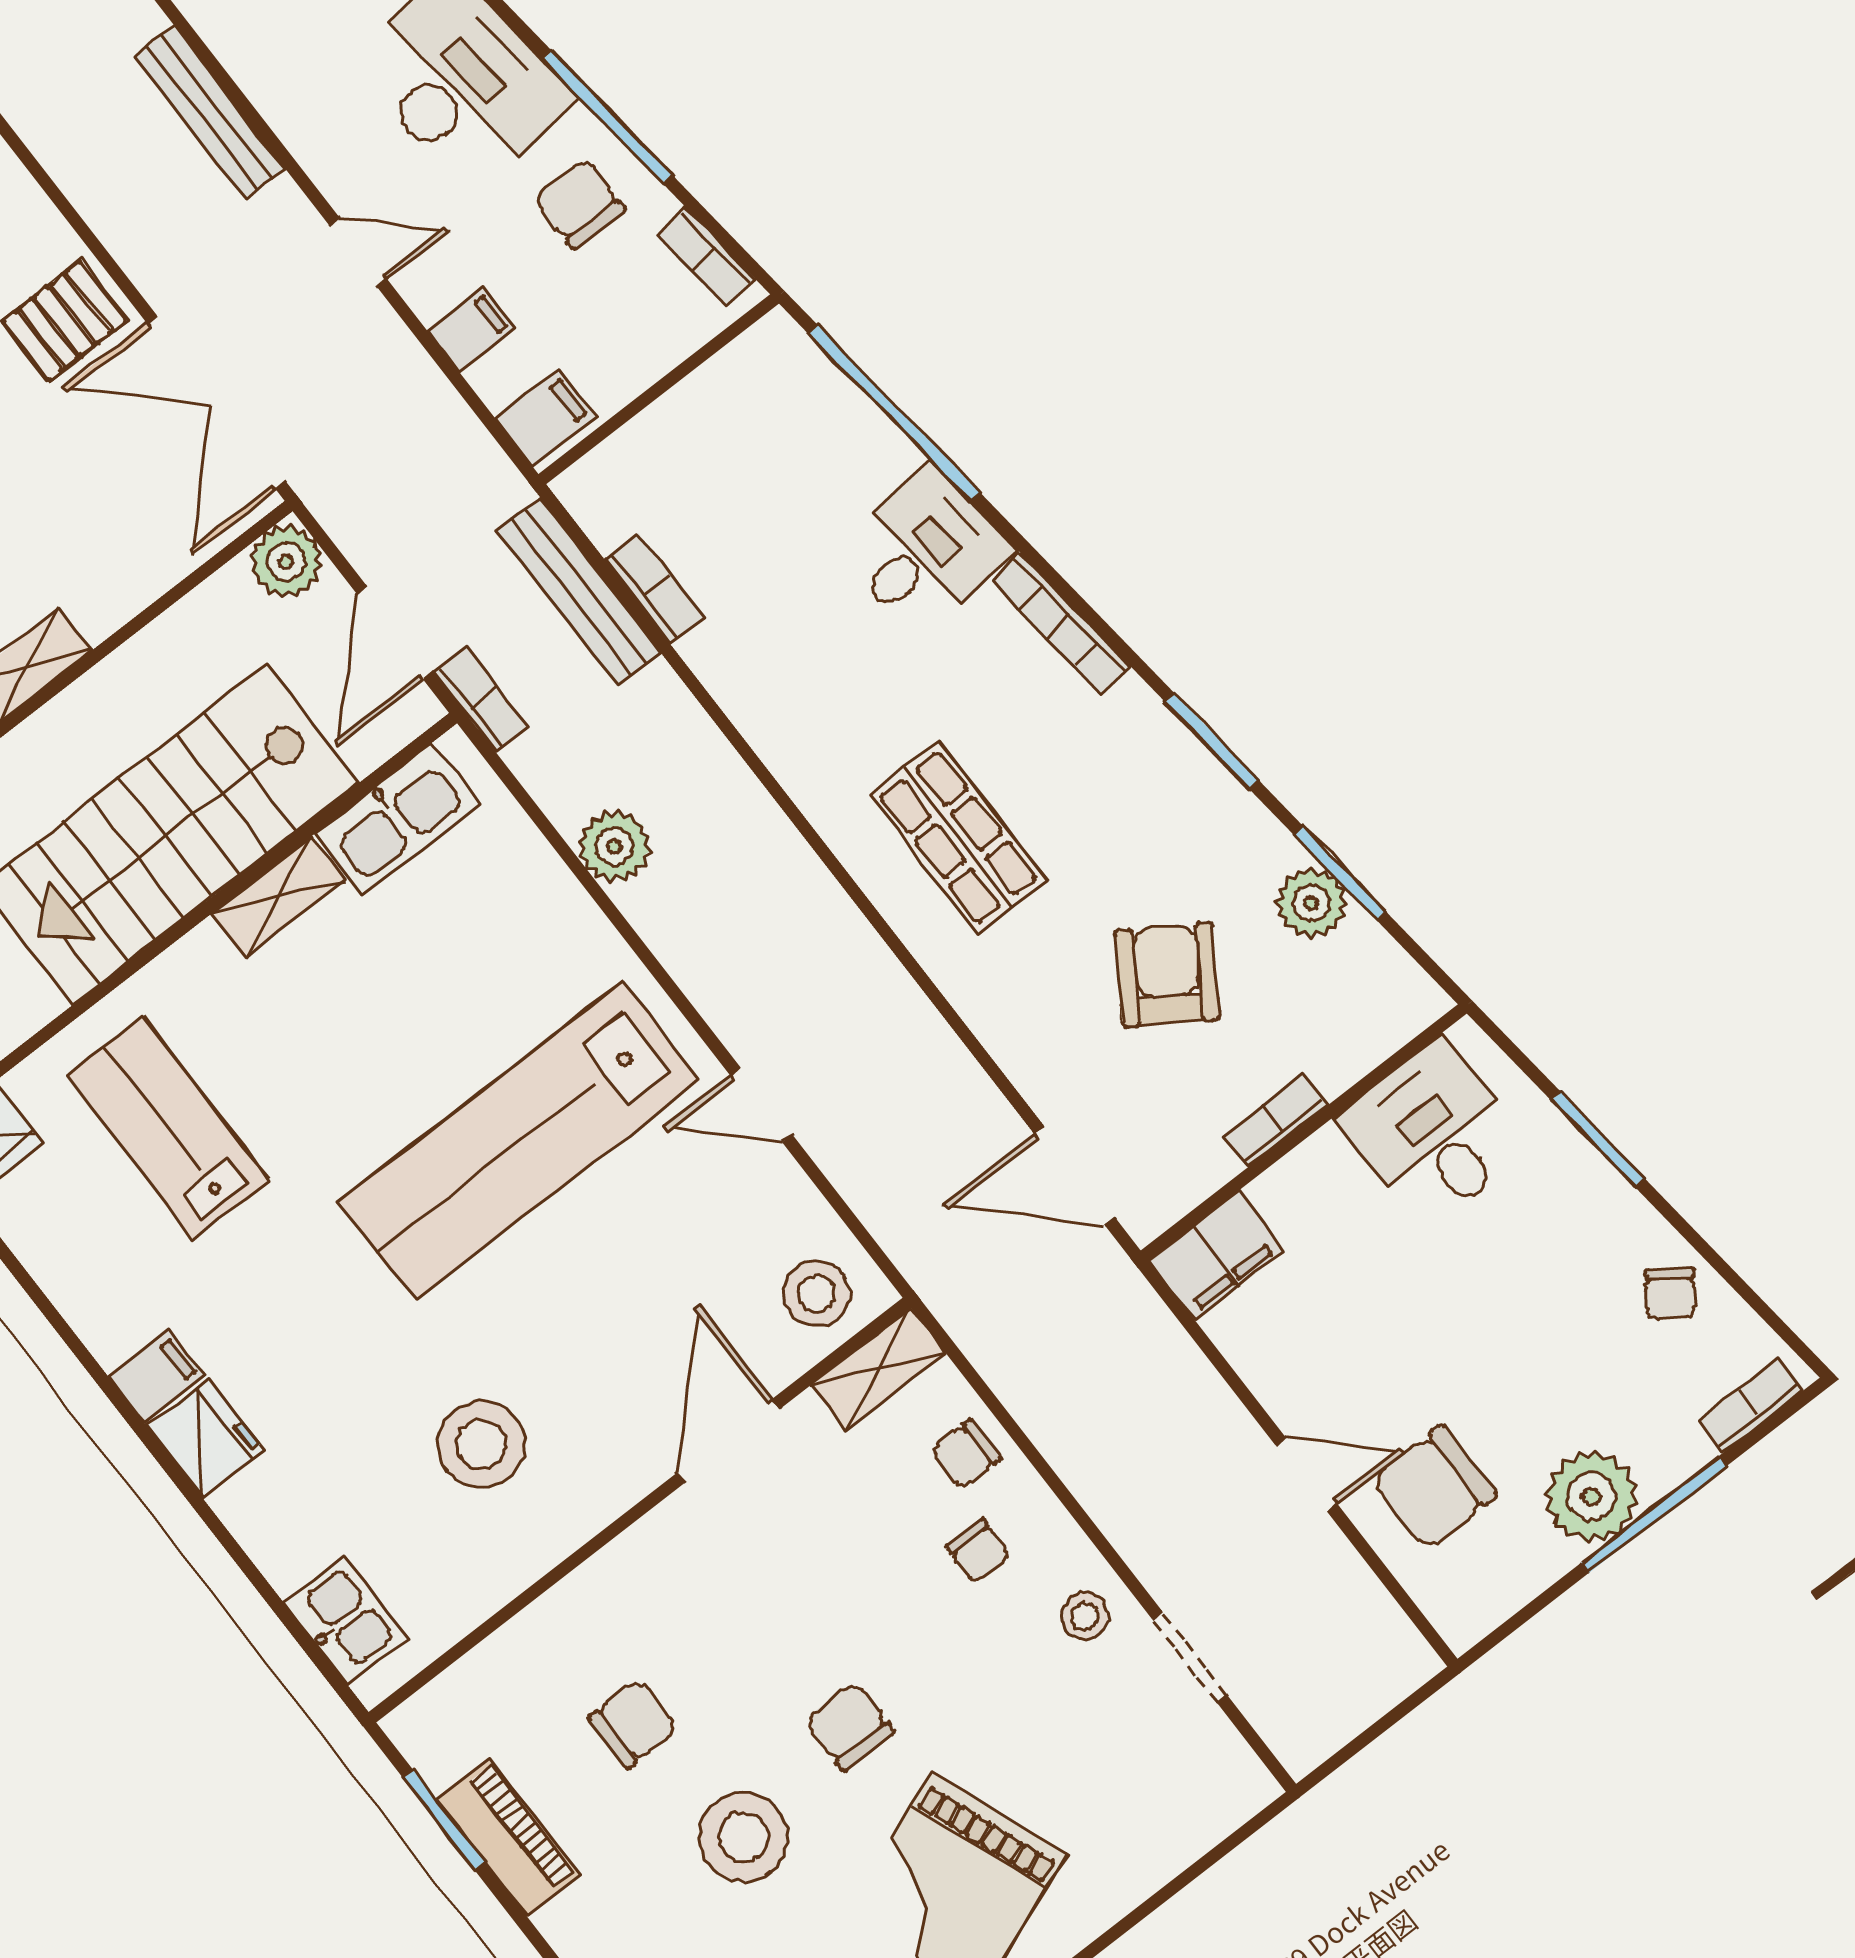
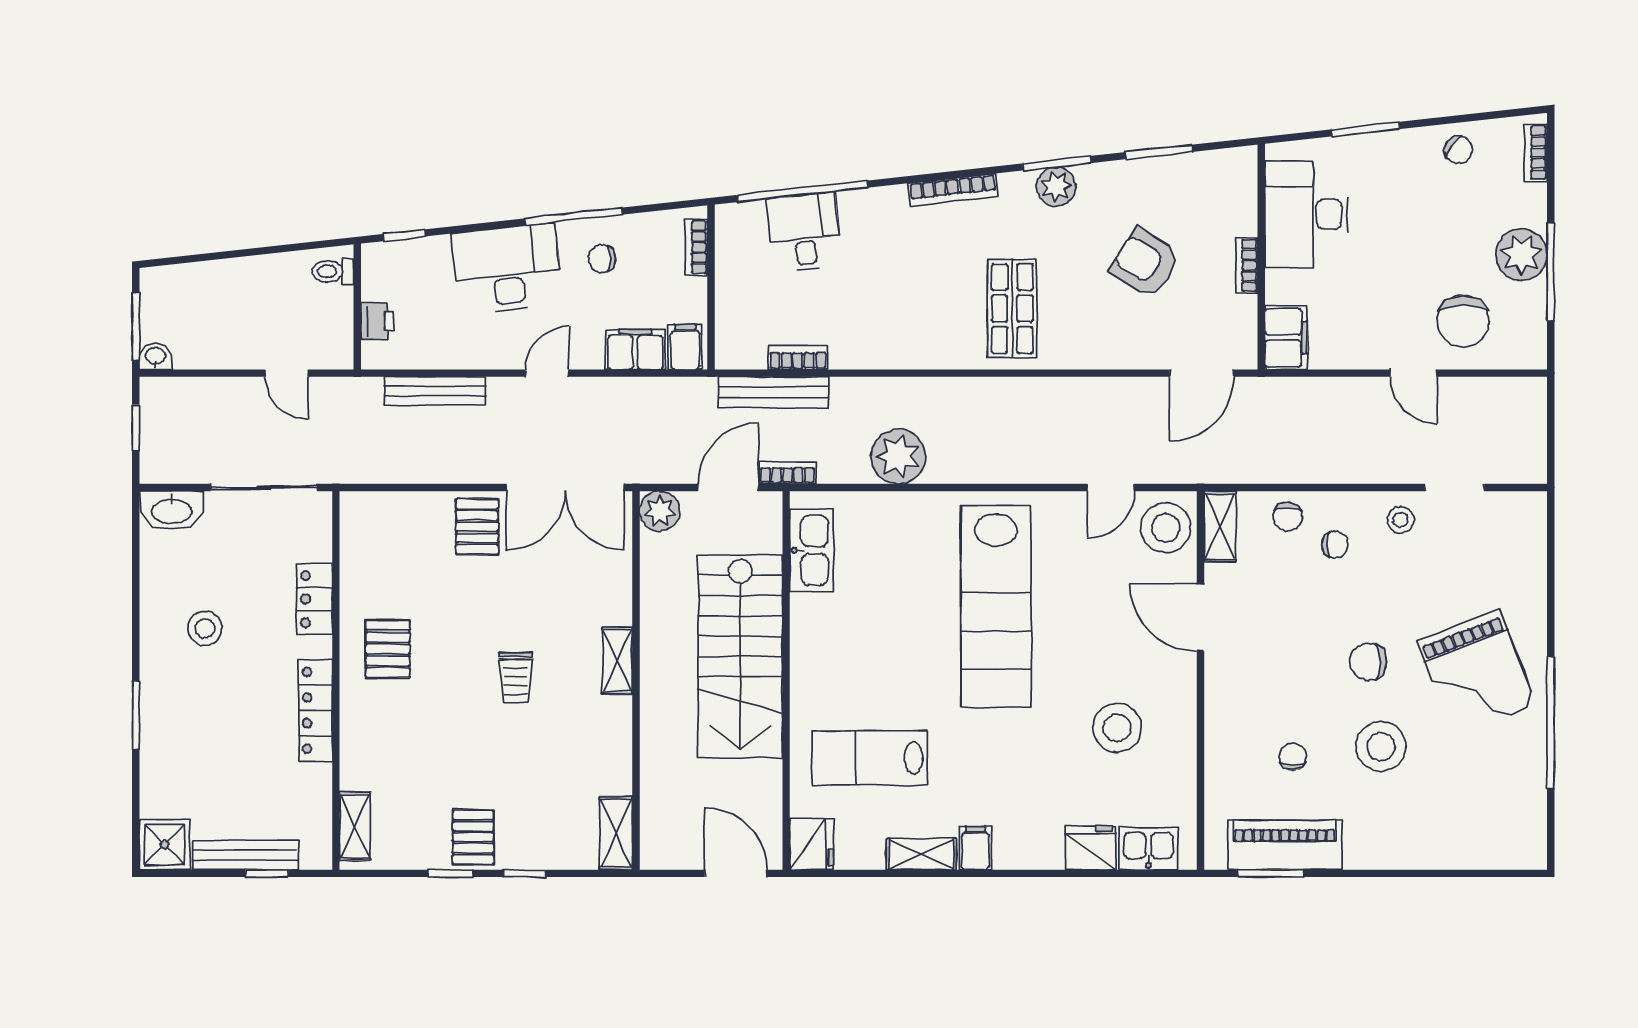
chair: (579, 204) -> (602, 259), width x0.73, depth x0.73
bookcase: (706, 257) -> (696, 247), moved, turned 96
filing cabinet: (471, 329) -> (635, 350), width x2.00
desk: (925, 551) -> (804, 233), moved
door: (395, 633) -> (728, 487), swing flipped
shop shelf: (958, 837) -> (1012, 309), turned 90
plant: (614, 846) -> (898, 457), width x1.36, depth x1.36
shelving: (279, 897) -> (921, 854), moved, turned 90
plant: (1311, 903) -> (1056, 187), moved
door: (761, 1105) -> (1111, 487), moved
desk: (1434, 1134) -> (1307, 214), width x1.37
stool: (817, 1294) -> (1166, 528), width x1.38, depth x1.38
fridge: (205, 1438) -> (1091, 848), moved
door: (1306, 1474) -> (1414, 373), swing flipped
window: (1654, 1514) -> (1551, 272), moved
chair: (633, 1724) -> (1293, 757), width x0.73, depth x0.73
piano: (508, 1837) -> (1285, 845), width x1.37, depth x1.33

